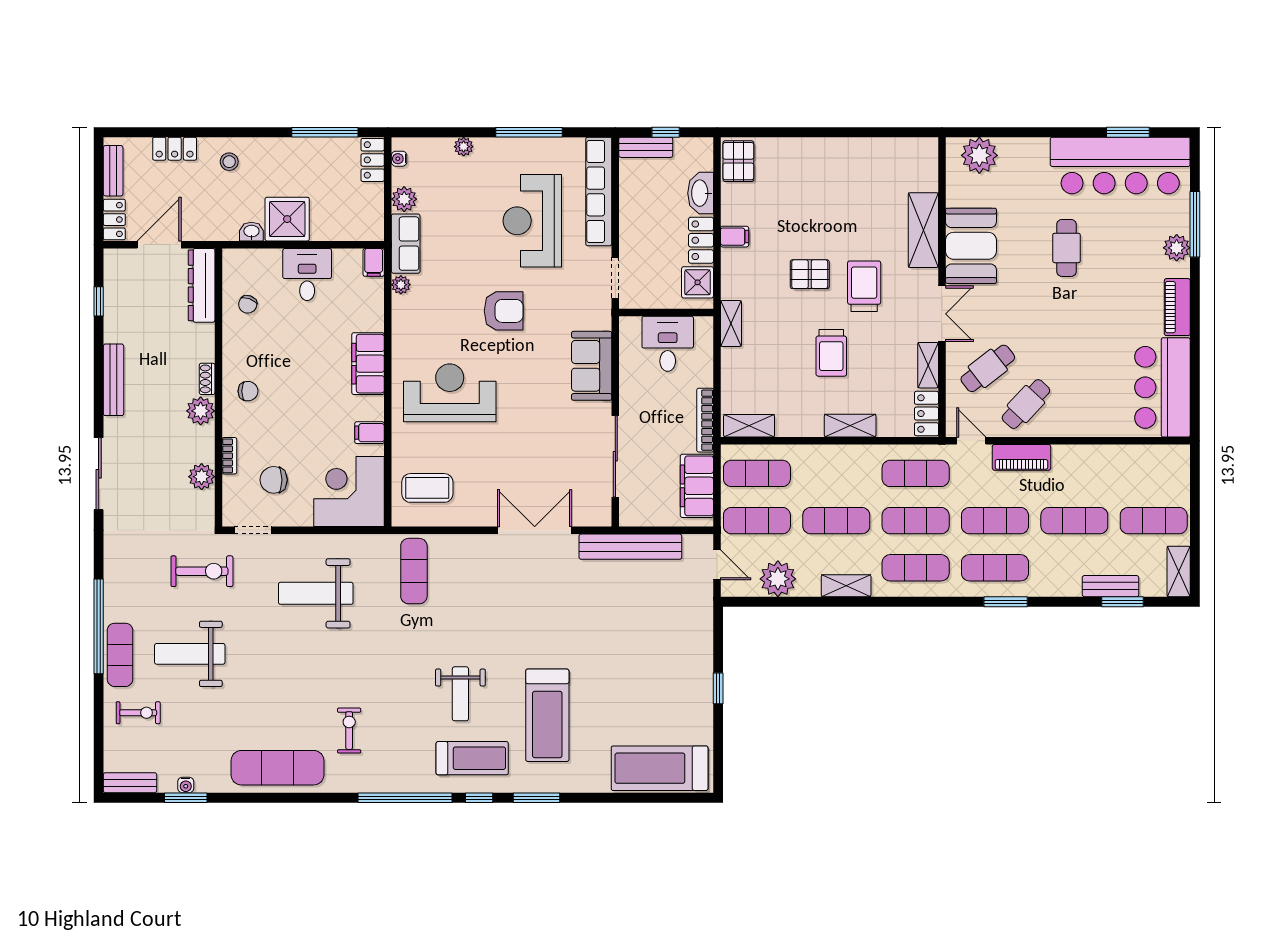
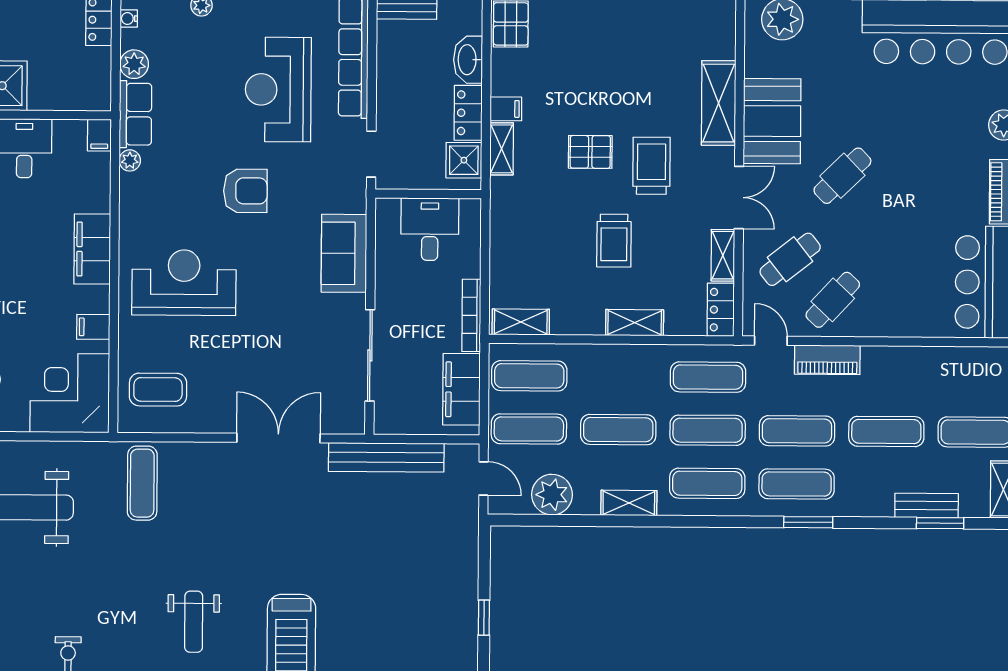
cafe table: (1067, 248) -> (842, 176), moved, turned 46
shelving: (731, 323) -> (502, 149), moved

